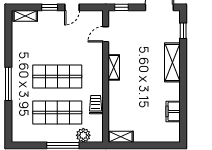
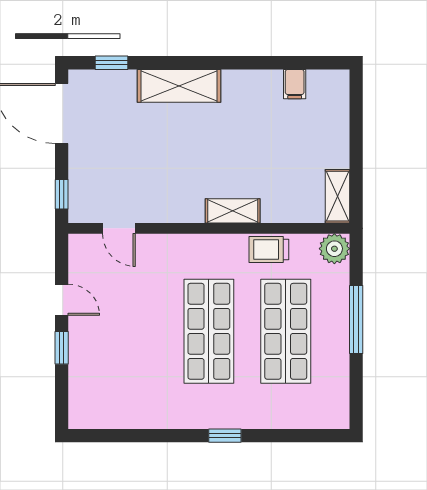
shelving: (25, 16) -> (80, 400), removed
shelving: (114, 67) -> (233, 211), moved
window: (8, 84) -> (225, 436), width x0.46
filing cabinet: (173, 111) -> (295, 84), width x0.50
plant: (83, 135) -> (334, 249), moved

